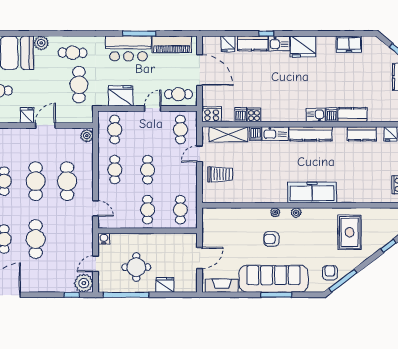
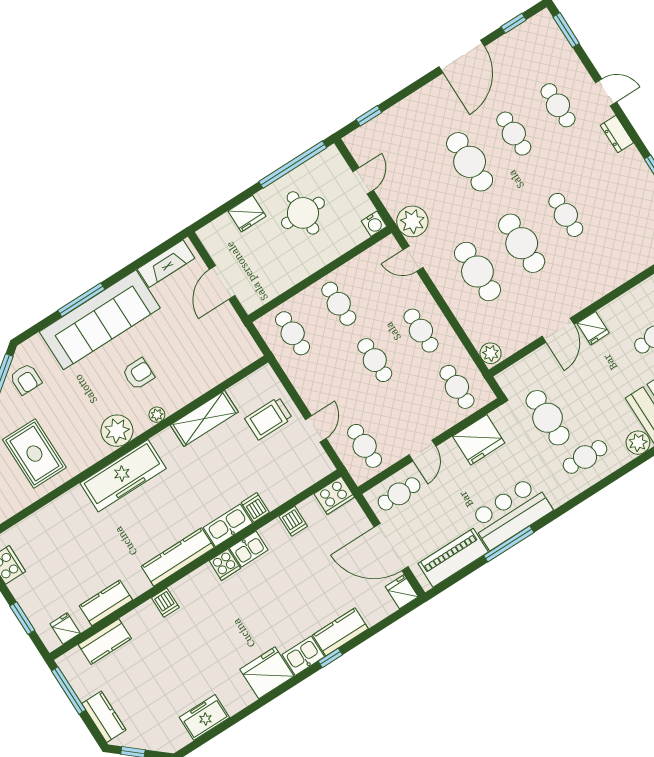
fridge: (228, 44) -> (402, 592), moved
cooker: (254, 115) -> (225, 565), moved
kitchen sink: (316, 115) -> (249, 549), moved
kitchen counter: (352, 115) -> (105, 642), moved
shelving: (228, 134) -> (204, 419), moved
plant: (296, 213) -> (117, 431), width x1.88, depth x1.88
plant: (84, 283) -> (412, 221), moved

